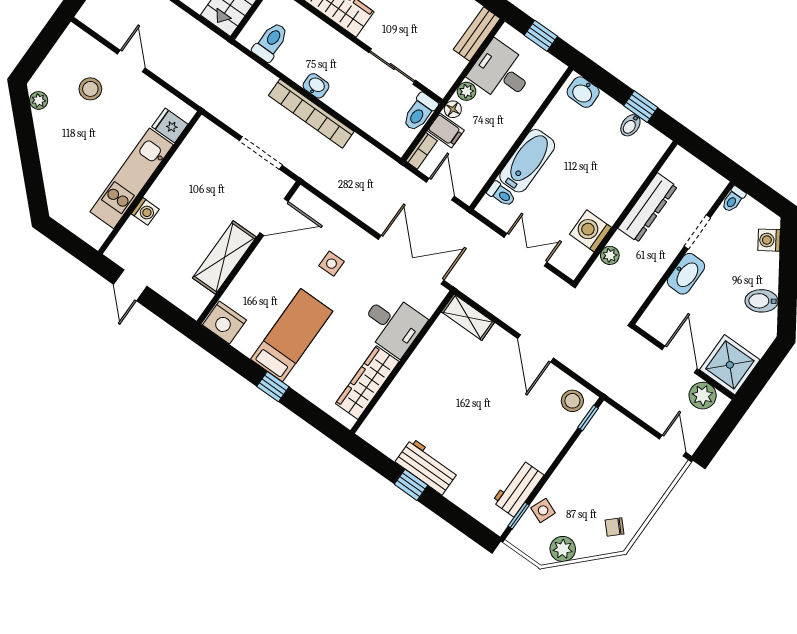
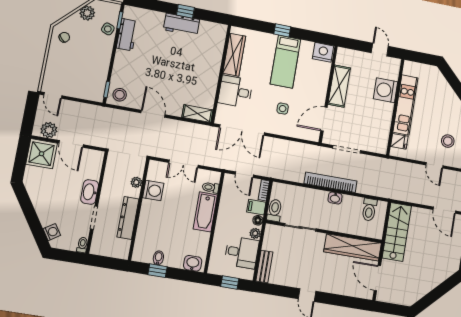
washing machine: (145, 211) -> (386, 90), width x1.89, depth x1.89
bidet: (761, 301) -> (40, 197), removed

